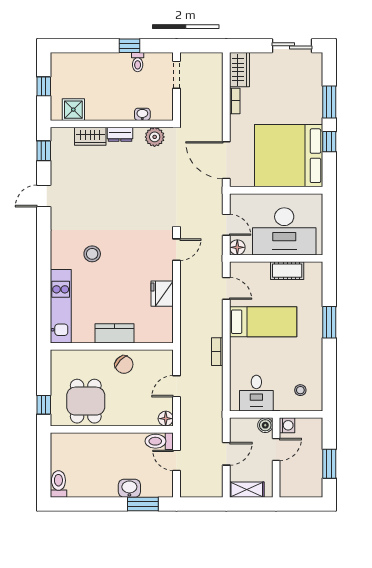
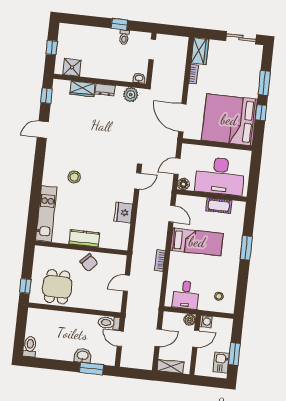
washbasin: (142, 114) -> (139, 78), moved
door: (226, 225) -> (177, 166), swing flipped
floor lamp: (166, 419) -> (116, 306), removed
kitchen sink: (313, 477) -> (221, 363), added

